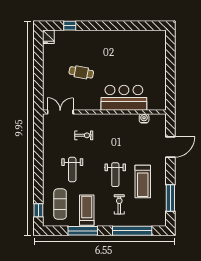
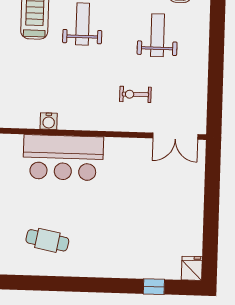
cafe table: (81, 72) -> (47, 240), moved
water cooler: (144, 118) -> (49, 121), moved

